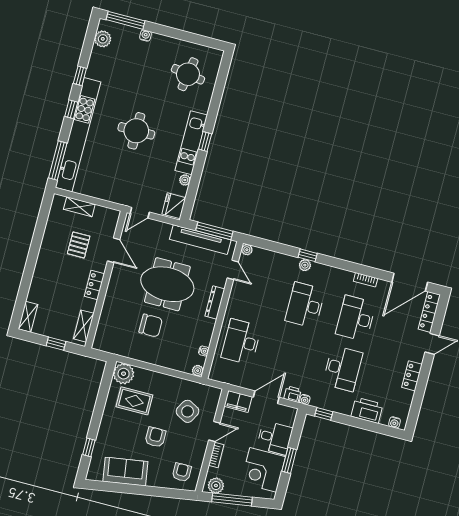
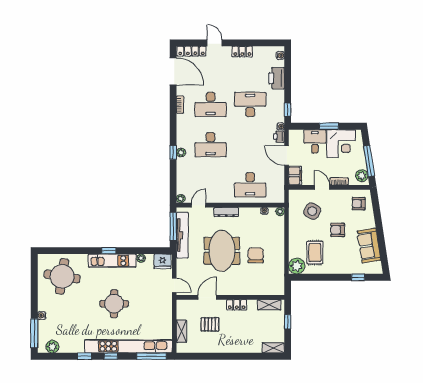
round table: (188, 74) -> (62, 276), width x1.36, depth x1.36

